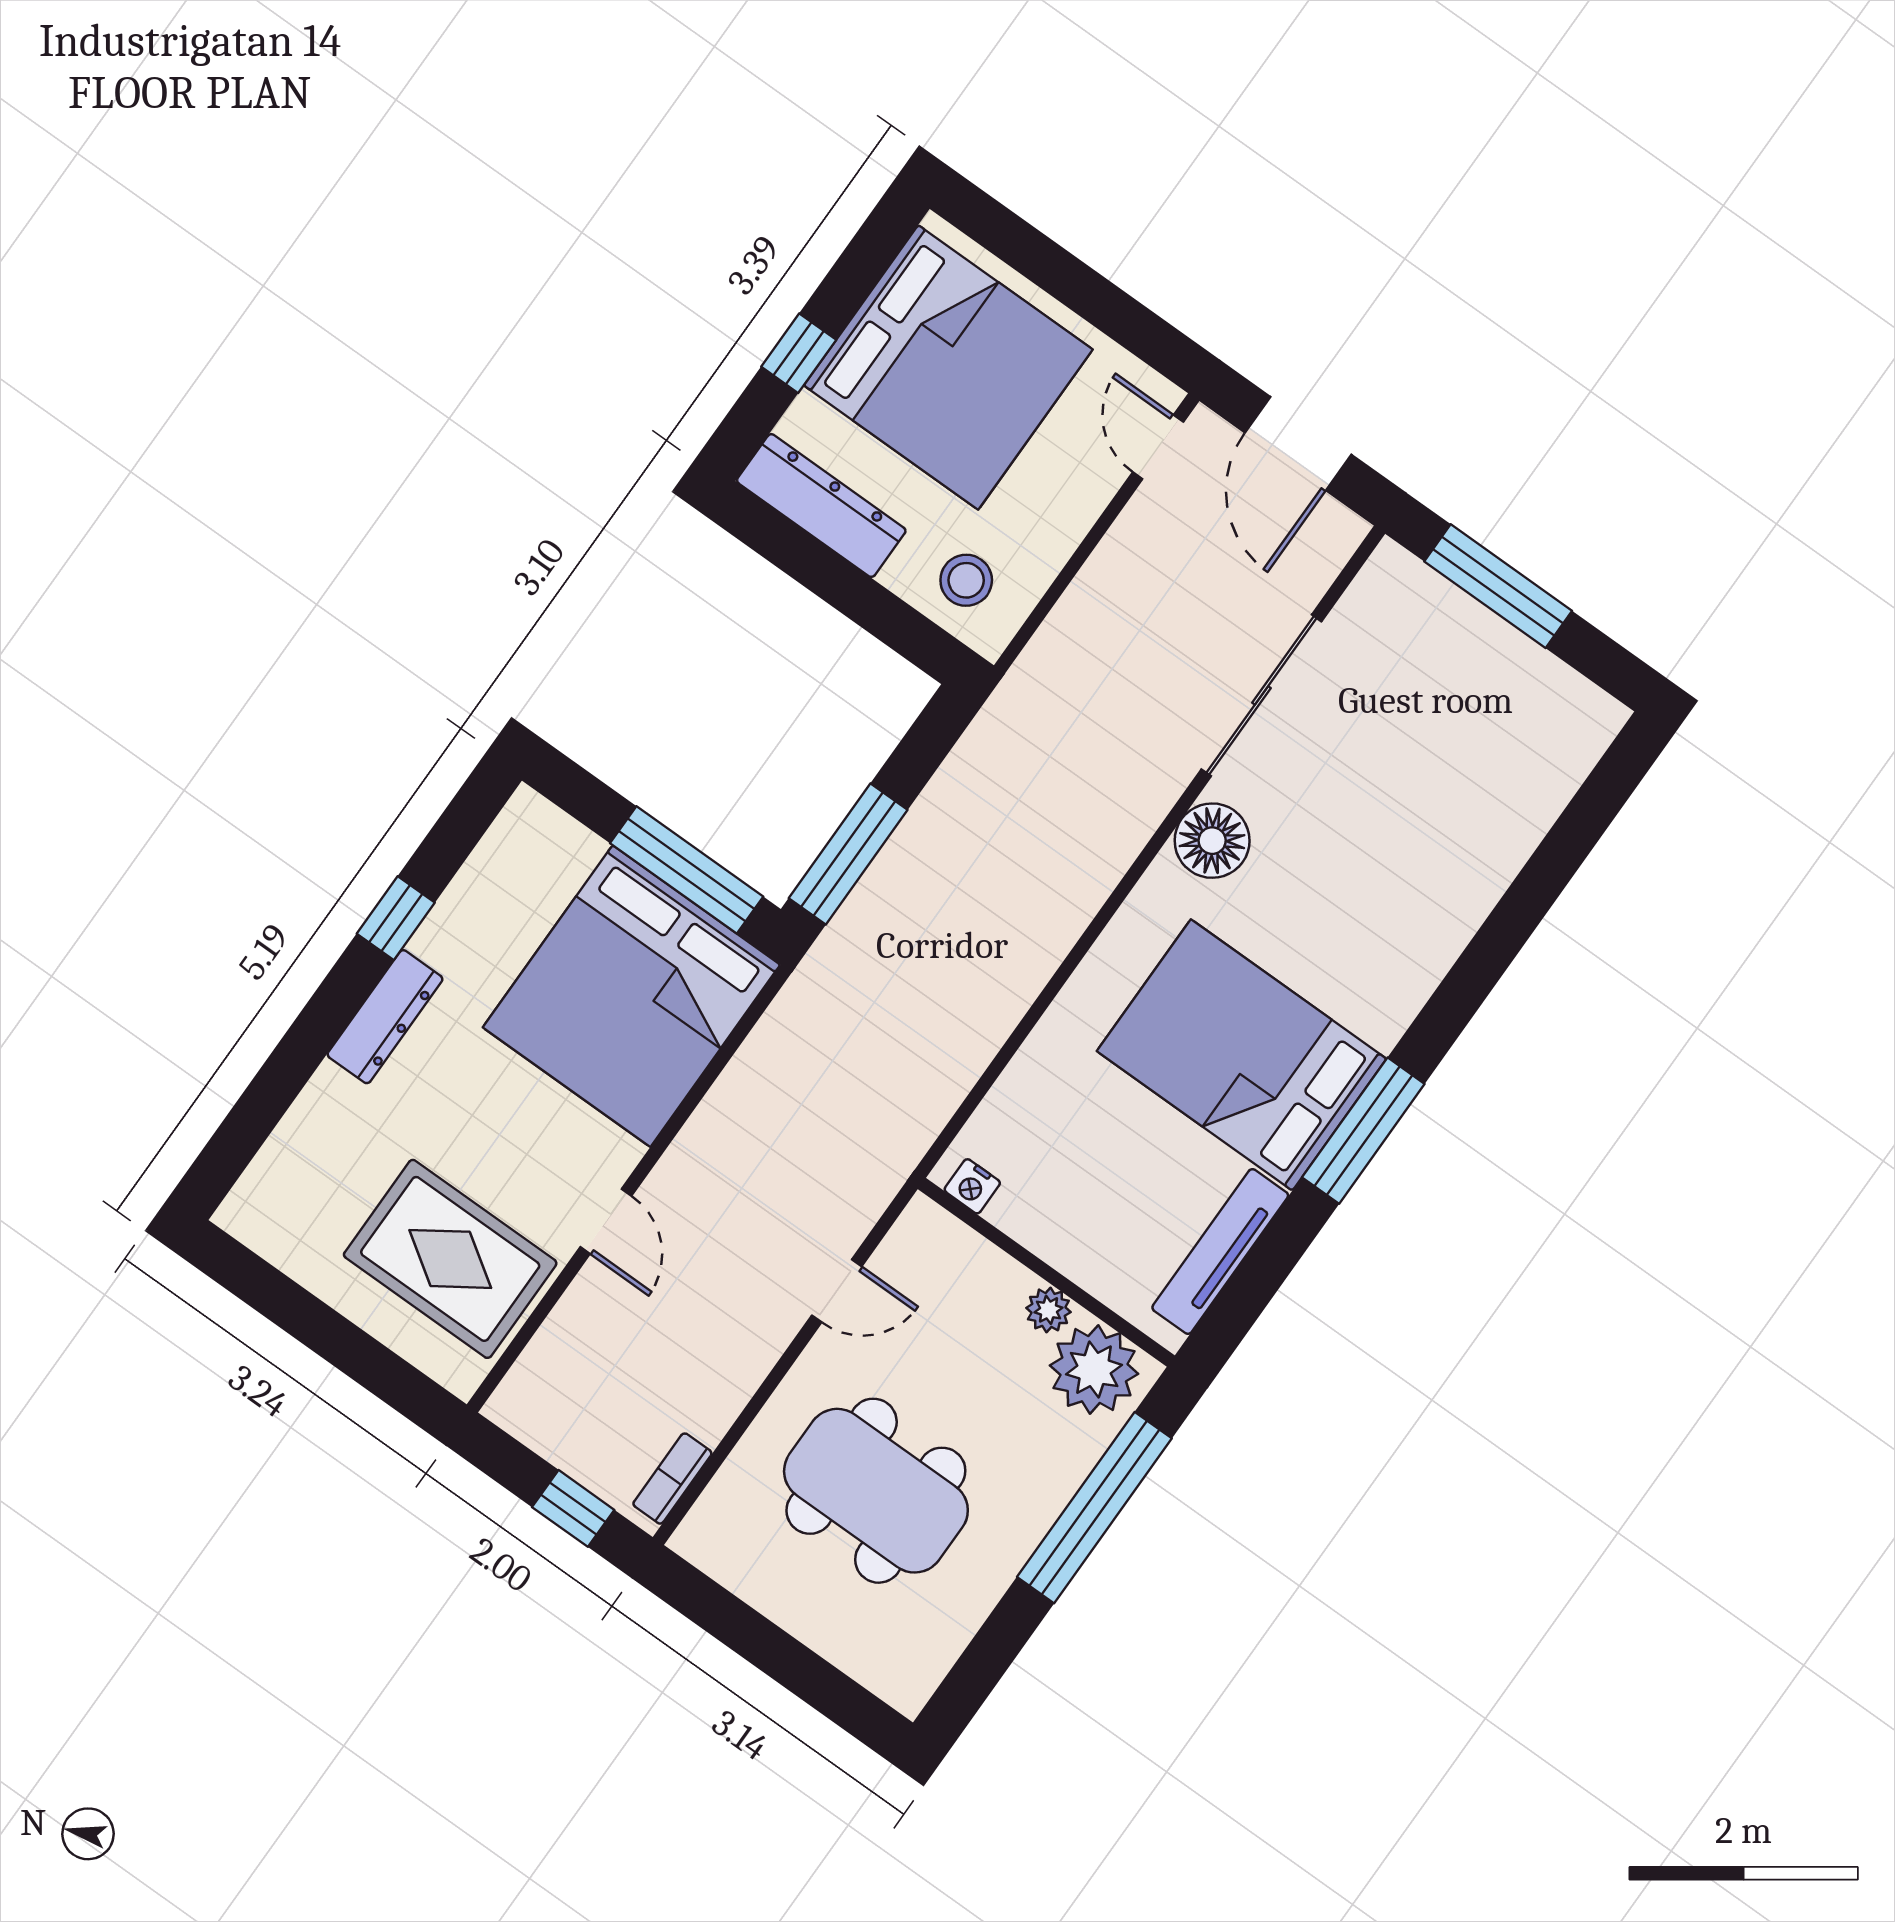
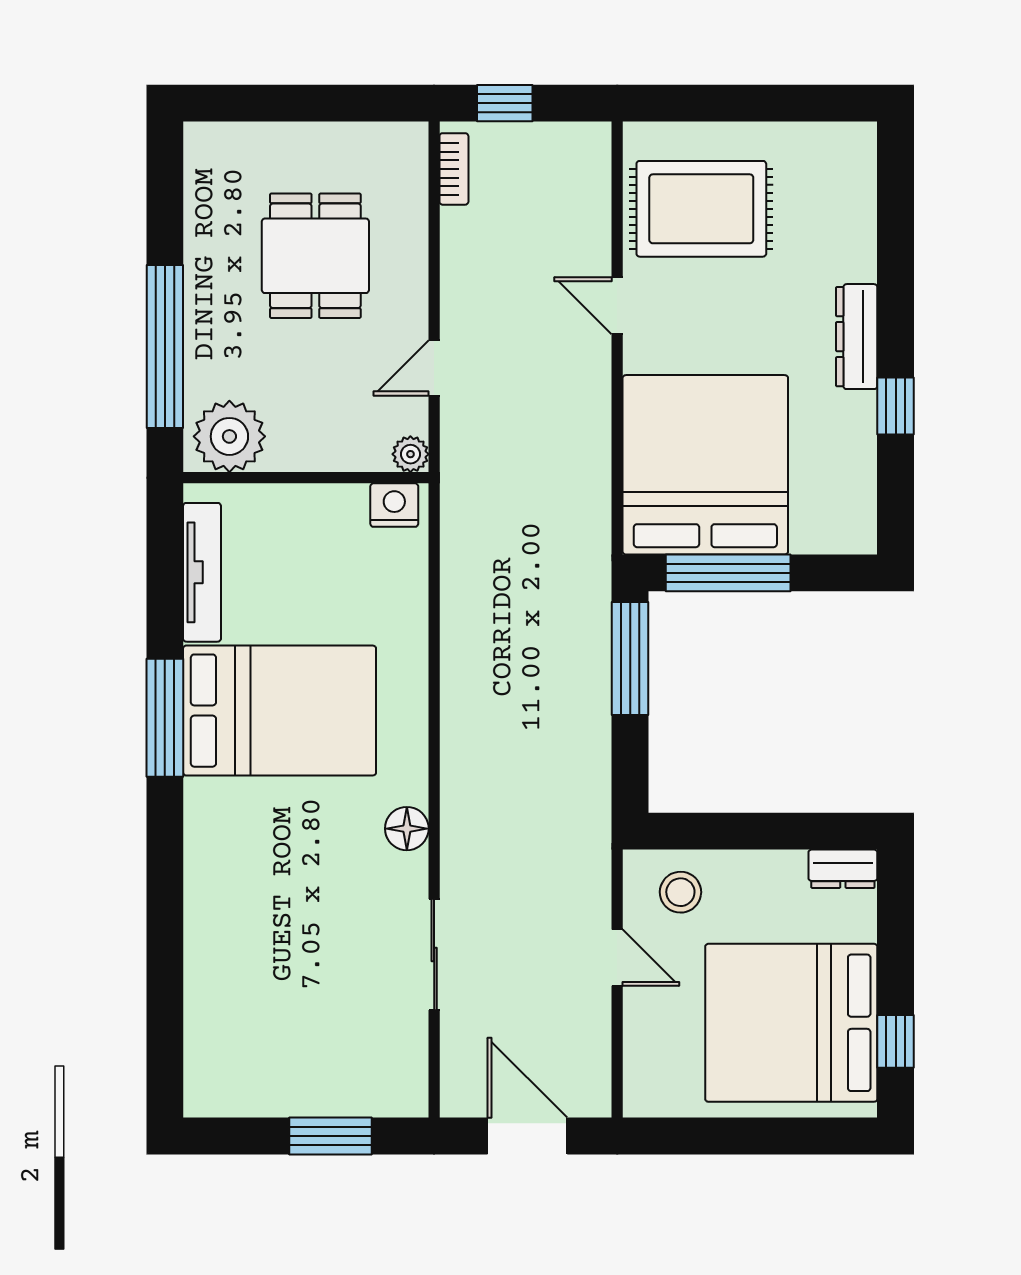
window: (799, 353) -> (896, 1041), moved
door: (1158, 447) -> (617, 958), moved
dresser: (821, 506) -> (843, 869), width x0.51, depth x0.80
window: (1498, 586) -> (330, 1136), width x0.69
sliding door: (1261, 695) -> (434, 955), width x0.73
floor lamp: (1212, 841) -> (407, 829), width x0.73, depth x0.73
nightstand: (972, 1186) -> (394, 505), width x1.39, depth x1.35
plant: (1048, 1310) -> (410, 454), moved
dining table: (876, 1491) -> (315, 256), width x0.73

